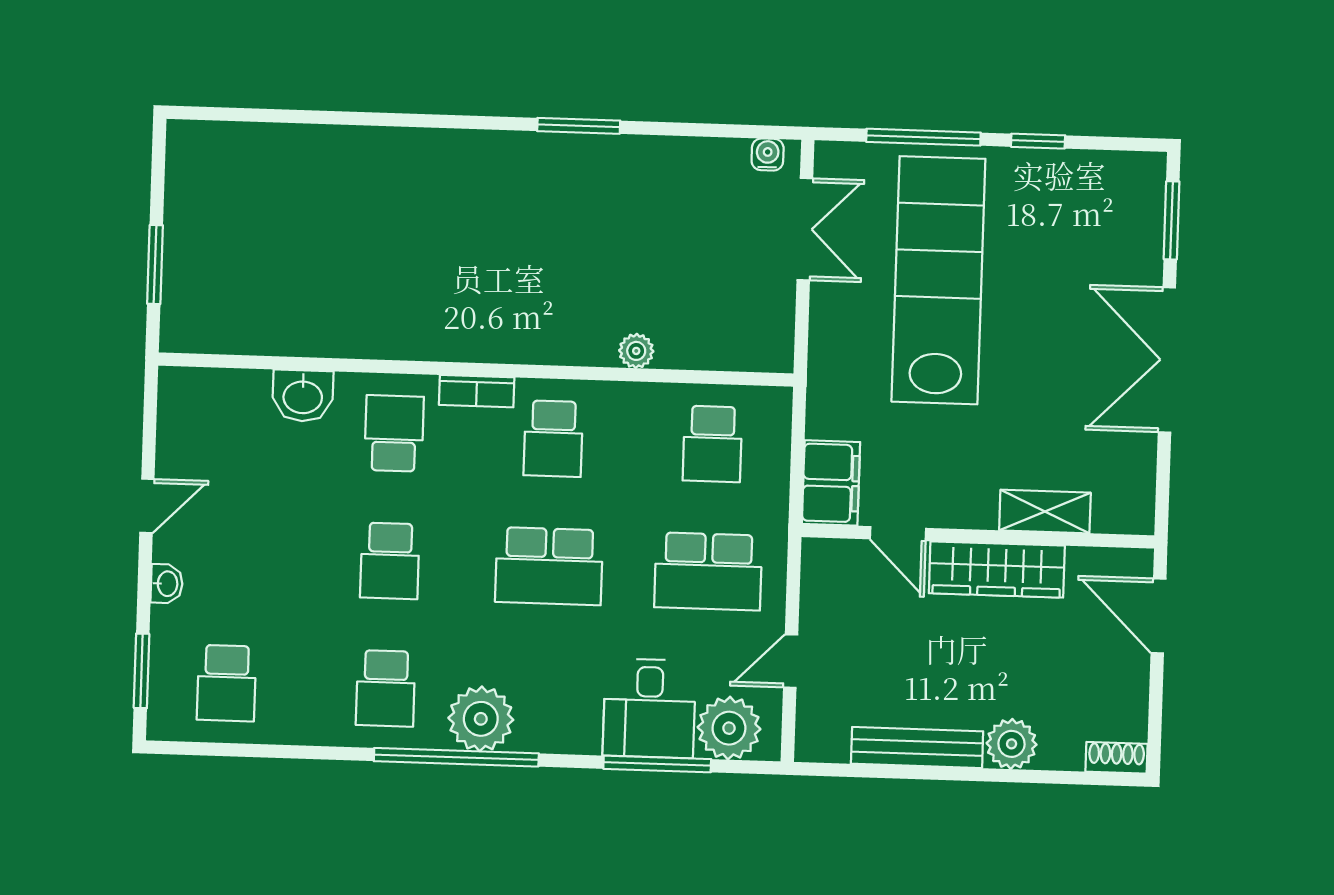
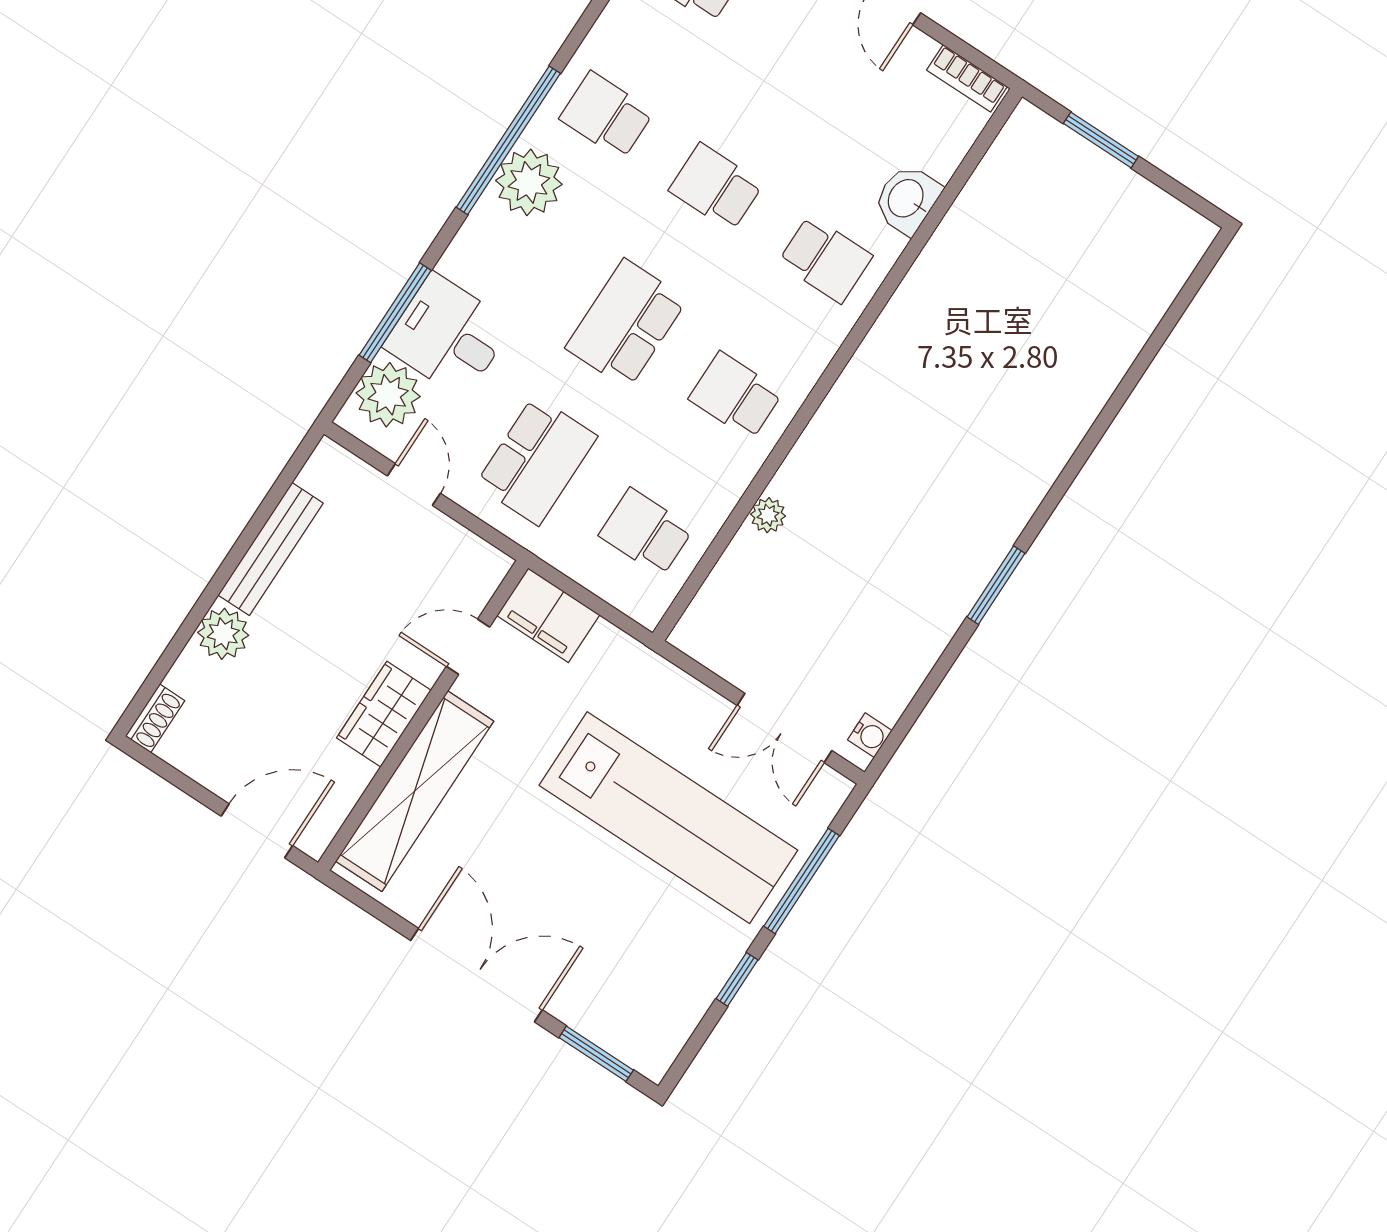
bookcase: (477, 391) -> (967, 78), moved, turned -90
shelving: (1045, 512) -> (415, 791), width x2.20, depth x1.33
wardrobe: (997, 569) -> (384, 714), width x0.67
school desk: (708, 571) -> (536, 460), turned 180

